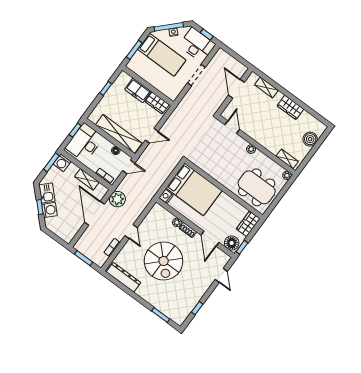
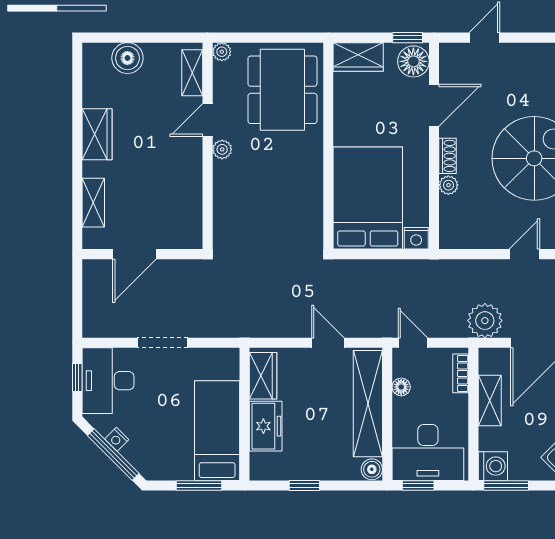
bed: (162, 55) -> (217, 431), moved
boiler: (93, 118) -> (372, 469), added
door: (232, 127) -> (208, 120), moved

